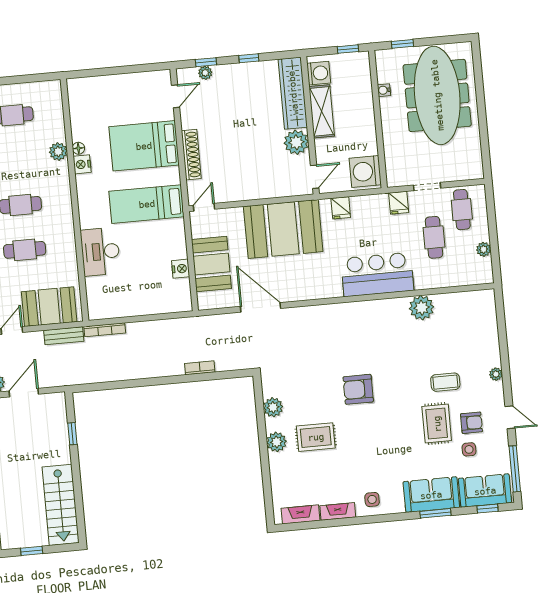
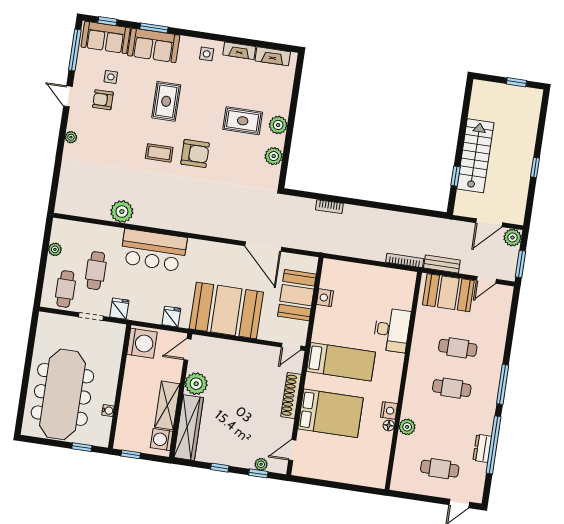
coffee table: (445, 382) -> (159, 153), moved
rug: (437, 424) -> (166, 101), moved
stairs: (61, 505) -> (475, 156), moved

